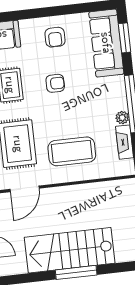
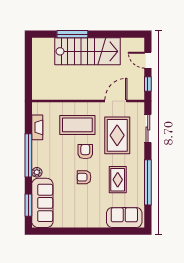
armchair: (55, 37) -> (85, 152), moved
plant: (122, 118) -> (37, 172), moved
window: (76, 272) -> (72, 34), moved

